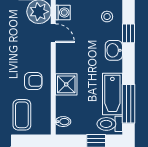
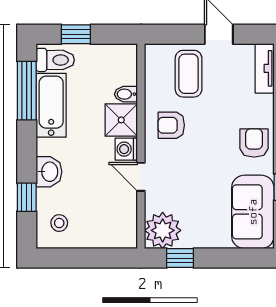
washing machine: (63, 13) -> (126, 149), moved
door: (53, 33) -> (141, 177), moved
bidet: (63, 122) -> (126, 94), moved

